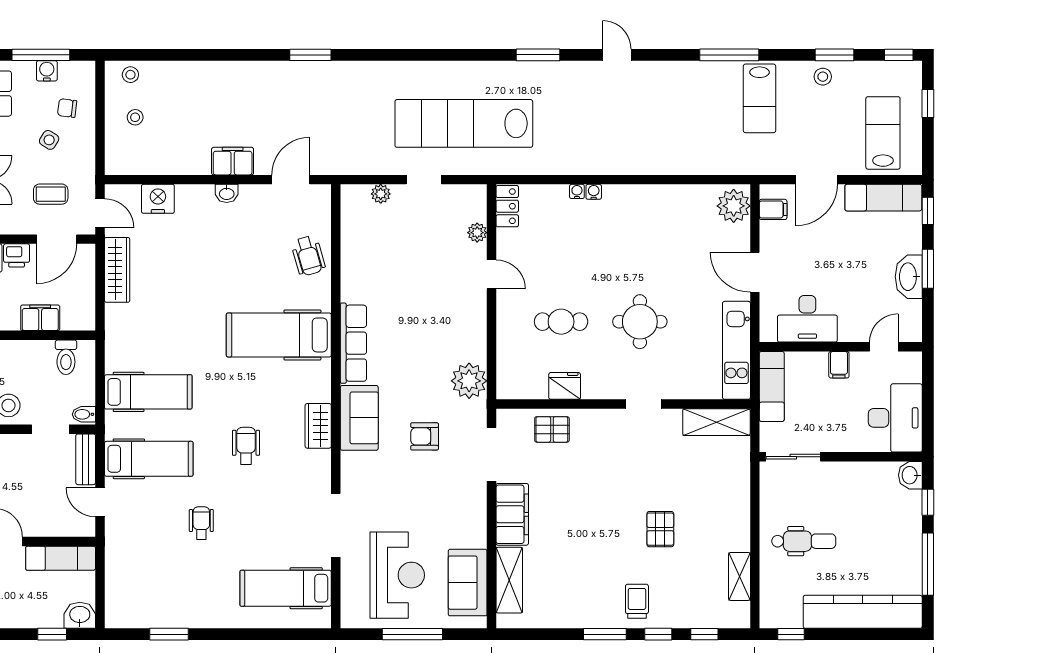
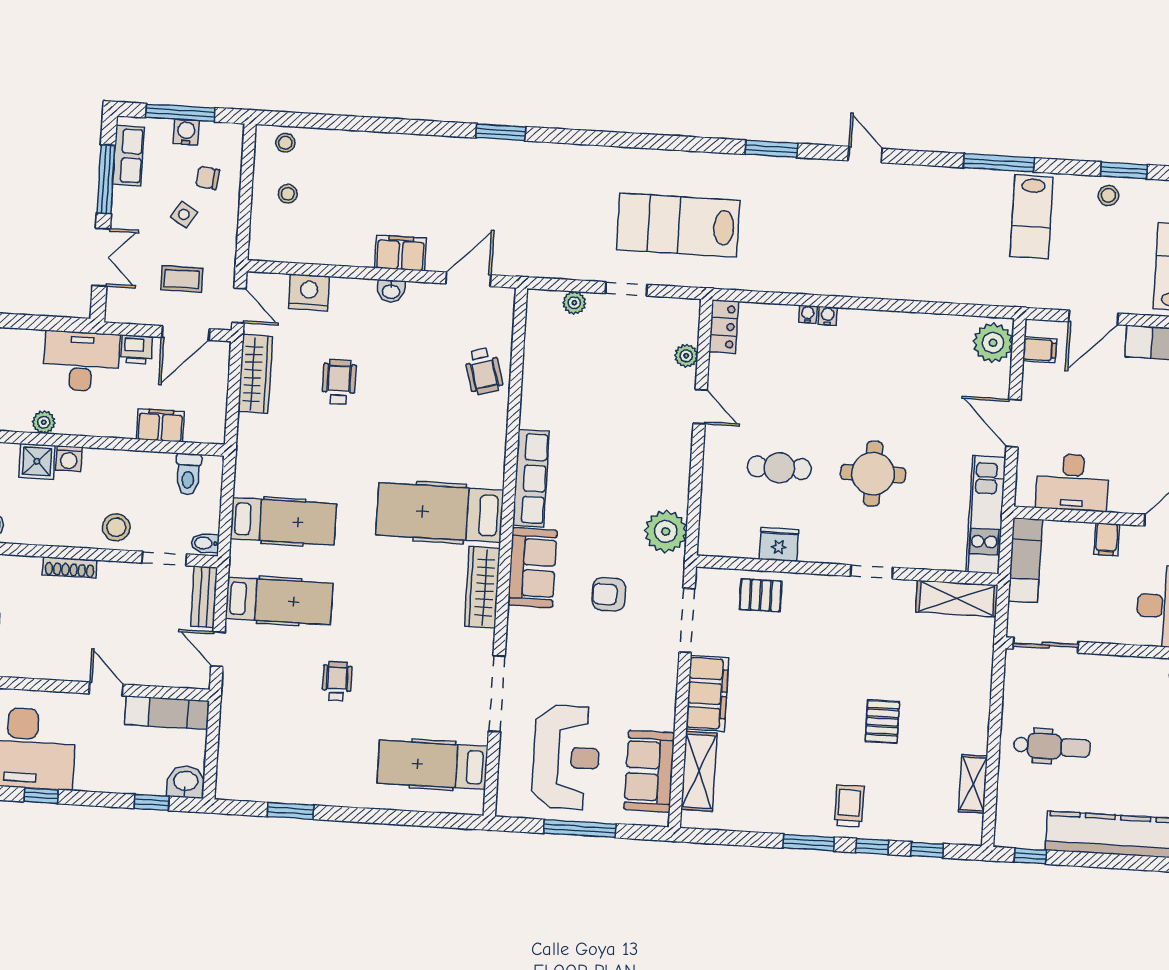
lab bench: (464, 123) -> (678, 225), width x0.73
hospital bed: (279, 335) -> (440, 513), moved
wardrobe: (318, 426) -> (482, 587), width x1.50
wheelchair: (246, 446) -> (339, 382), moved

